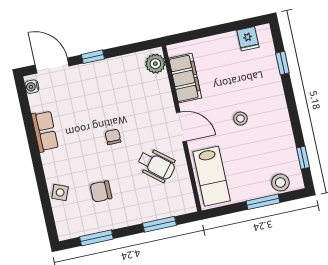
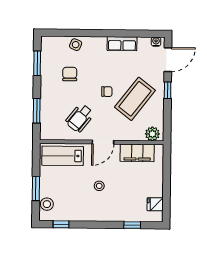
coffee table: (114, 97) -> (135, 99), added

